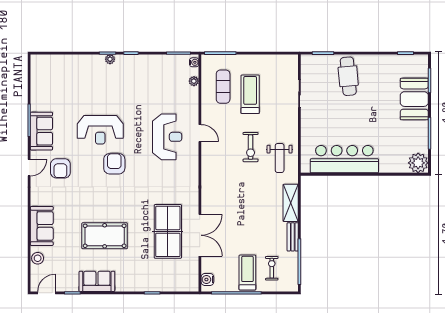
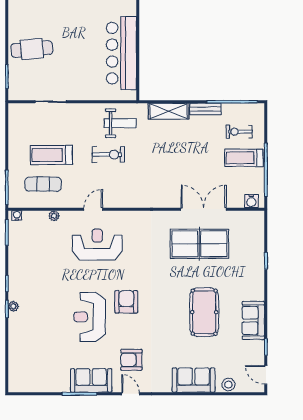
plant: (194, 81) -> (54, 216), moved
reception desk: (100, 130) -> (90, 317), turned 180
armchair: (114, 164) -> (126, 302), turned 90
armchair: (60, 168) -> (131, 360), turned 180

